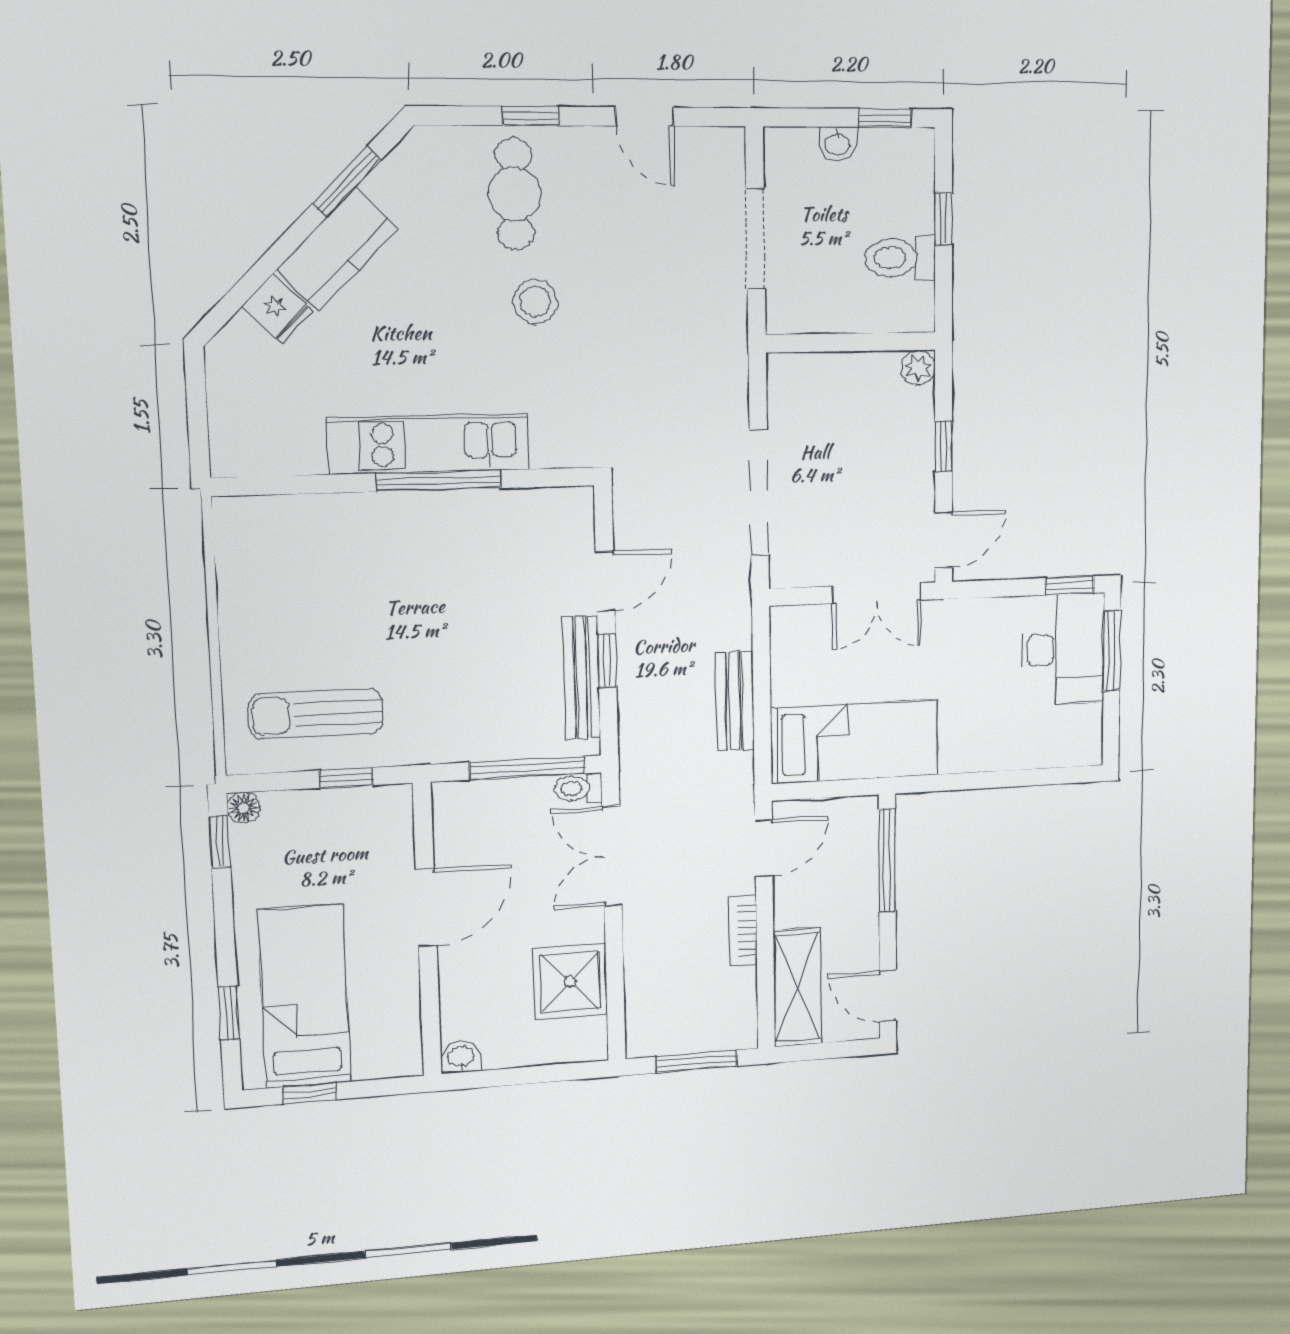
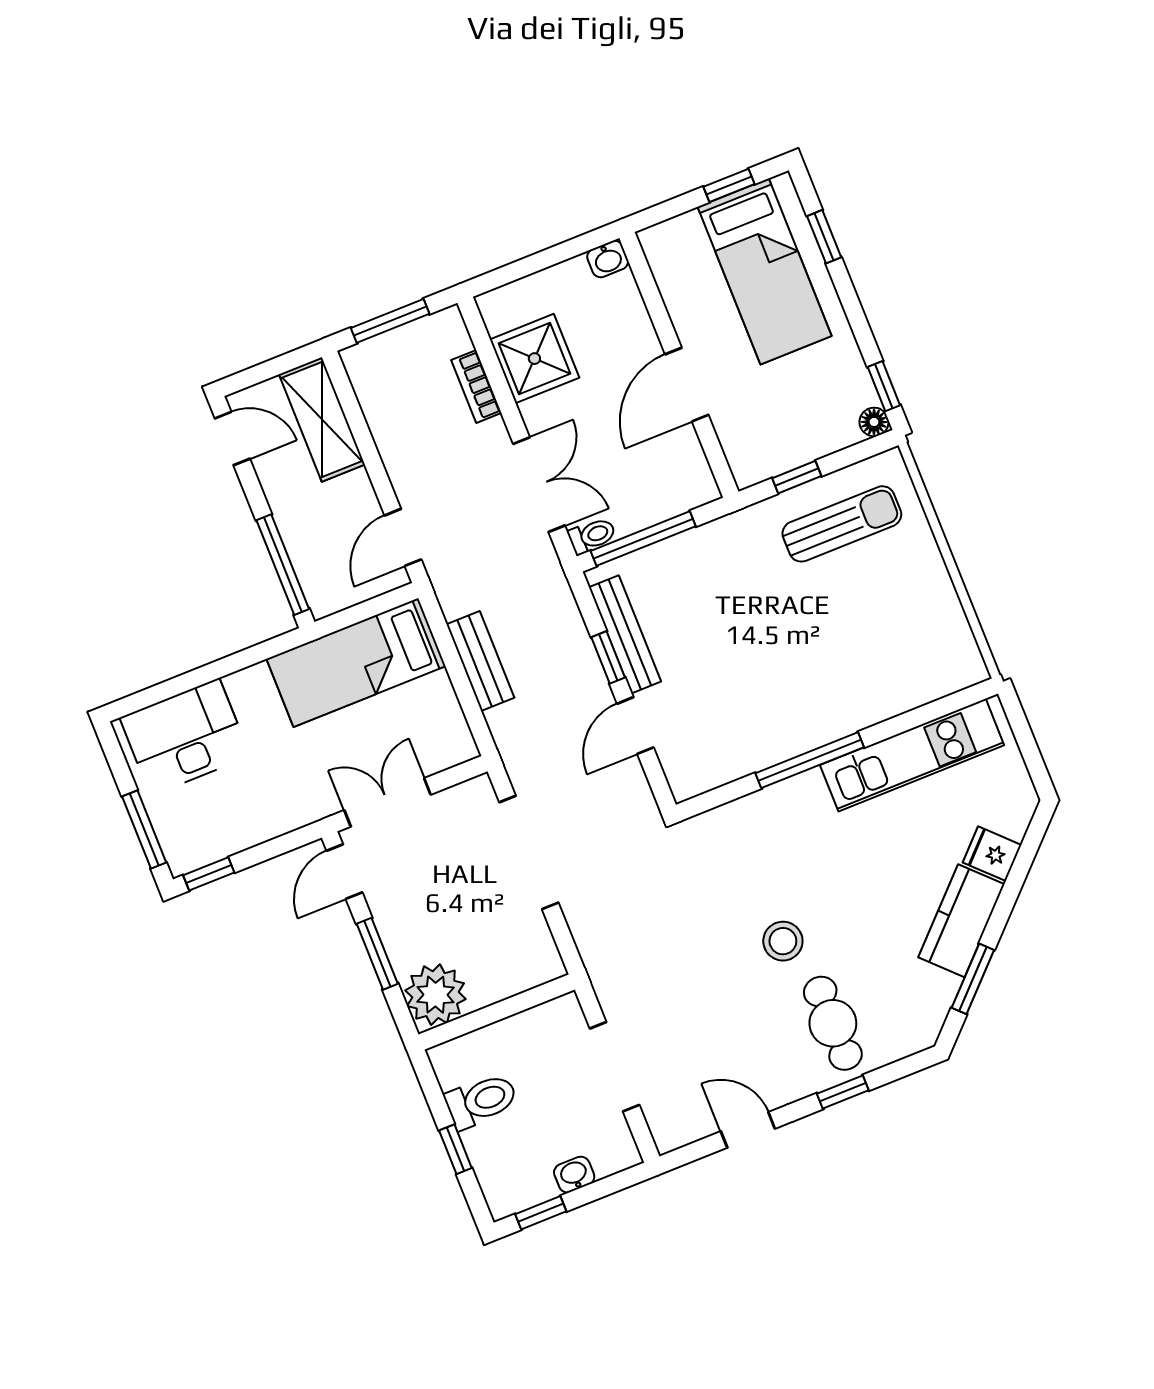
plant: (918, 368) -> (435, 995), width x1.88, depth x1.88
kitchen unit: (429, 444) -> (912, 755), moved
window: (944, 446) -> (377, 954), width x1.50
desk: (1063, 649) -> (185, 737), moved, turned 90
bookcase: (743, 931) -> (476, 386), moved, turned 180

